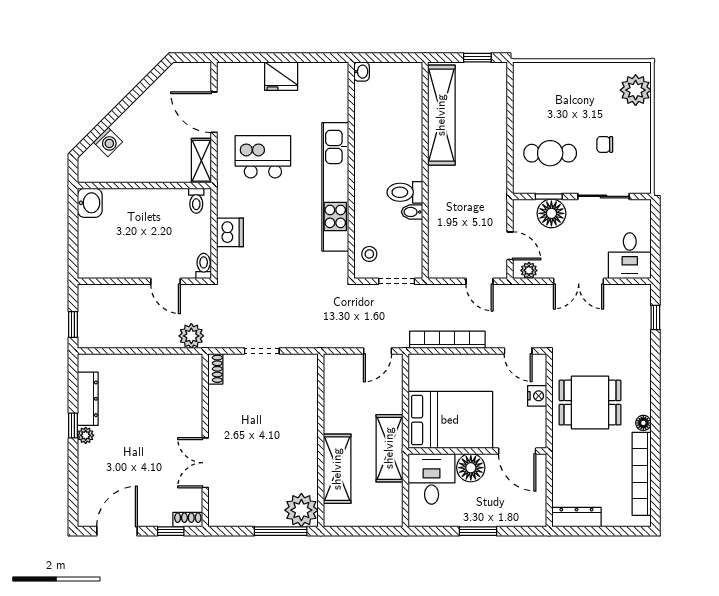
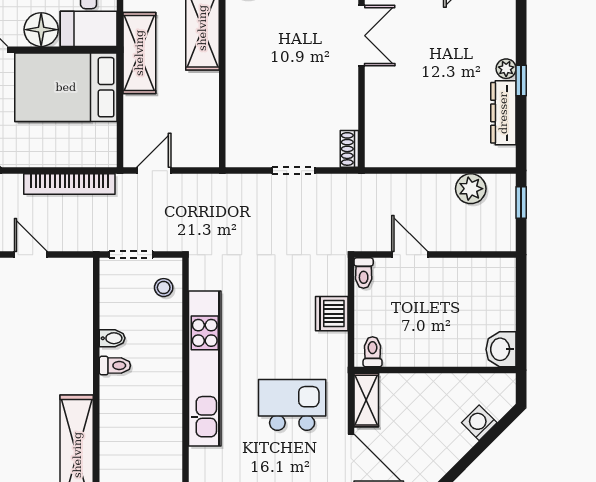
kitchen island: (263, 157) -> (292, 405), turned 180
toilet: (405, 192) -> (115, 366), width x0.73, depth x0.72
plant: (191, 336) -> (471, 189), moved

